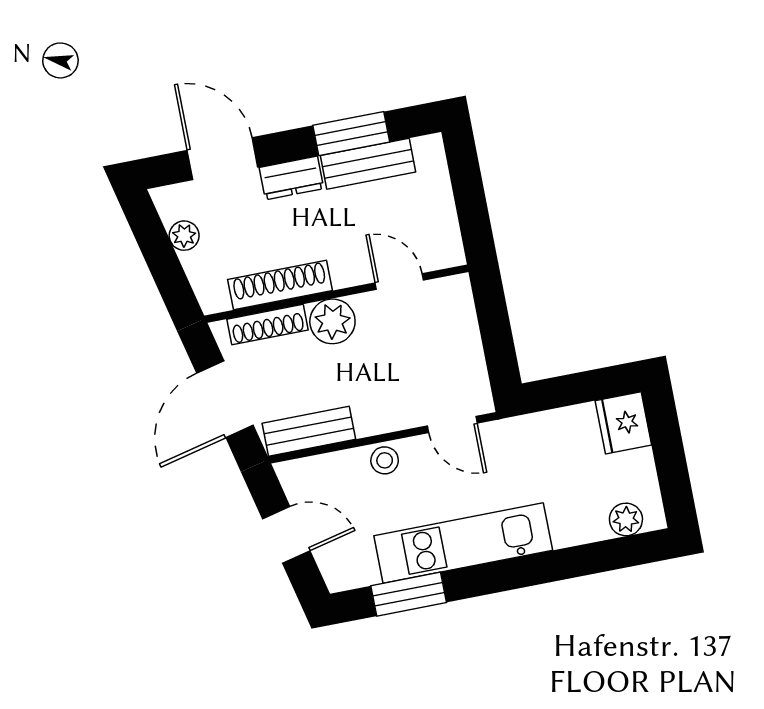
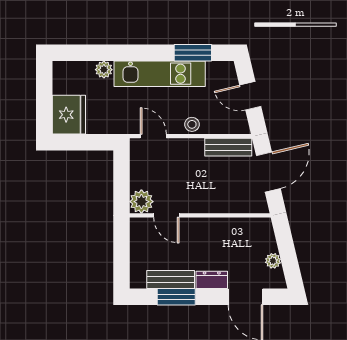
shoe rack: (280, 285) -> (228, 226), removed
plant: (332, 321) -> (141, 202), moved
shoe rack: (267, 325) -> (239, 206), removed
fridge: (623, 423) -> (69, 115), width x1.36, depth x1.34
plant: (626, 519) -> (104, 70), moved

